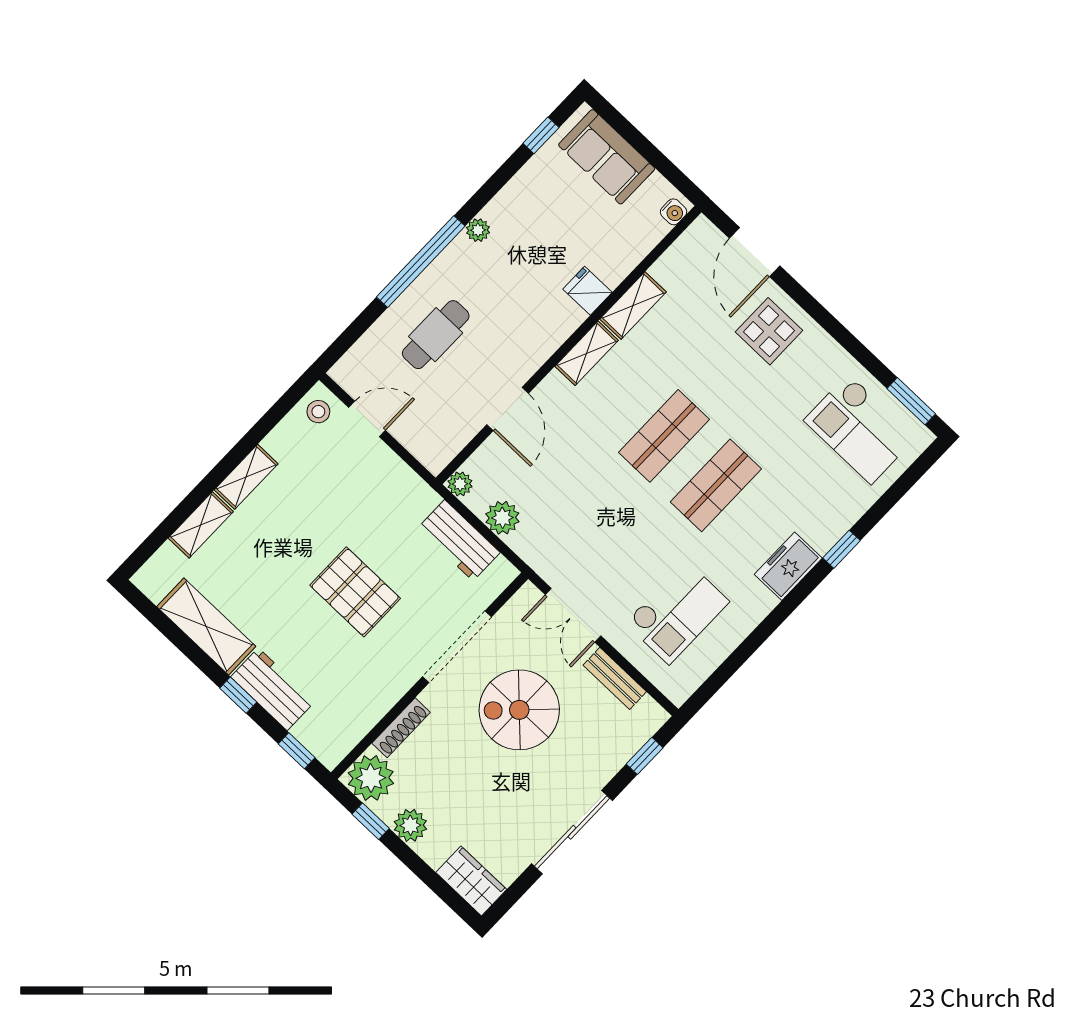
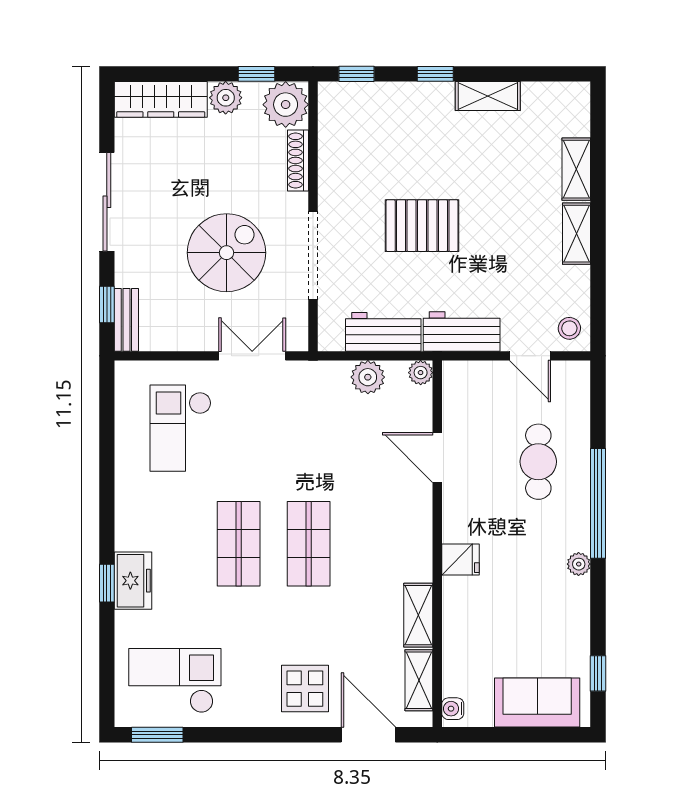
fridge: (587, 291) -> (460, 560), moved
shelving: (587, 353) -> (419, 680), moved
door: (367, 419) -> (530, 356), hinge flipped
freezer: (788, 566) -> (133, 581), moved
shelving: (206, 626) -> (488, 96), width x0.67, depth x0.75
bench: (615, 678) -> (126, 320), moved, turned 90
workbench: (273, 689) -> (462, 332), moved, turned 180
wardrobe: (471, 881) -> (161, 99), width x1.50

